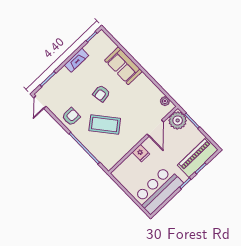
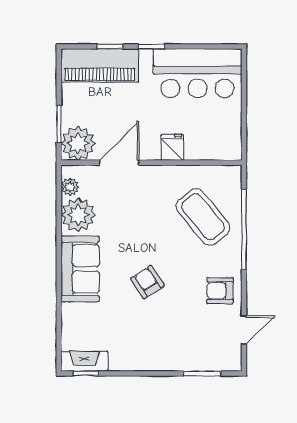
fireplace: (76, 60) -> (84, 361), moved
sofa: (123, 66) -> (80, 269), moved
armchair: (101, 93) -> (147, 282), turned -115
plant: (152, 94) -> (78, 215), added
door: (40, 102) -> (244, 330), moved
coffee table: (105, 125) -> (203, 217), moved

